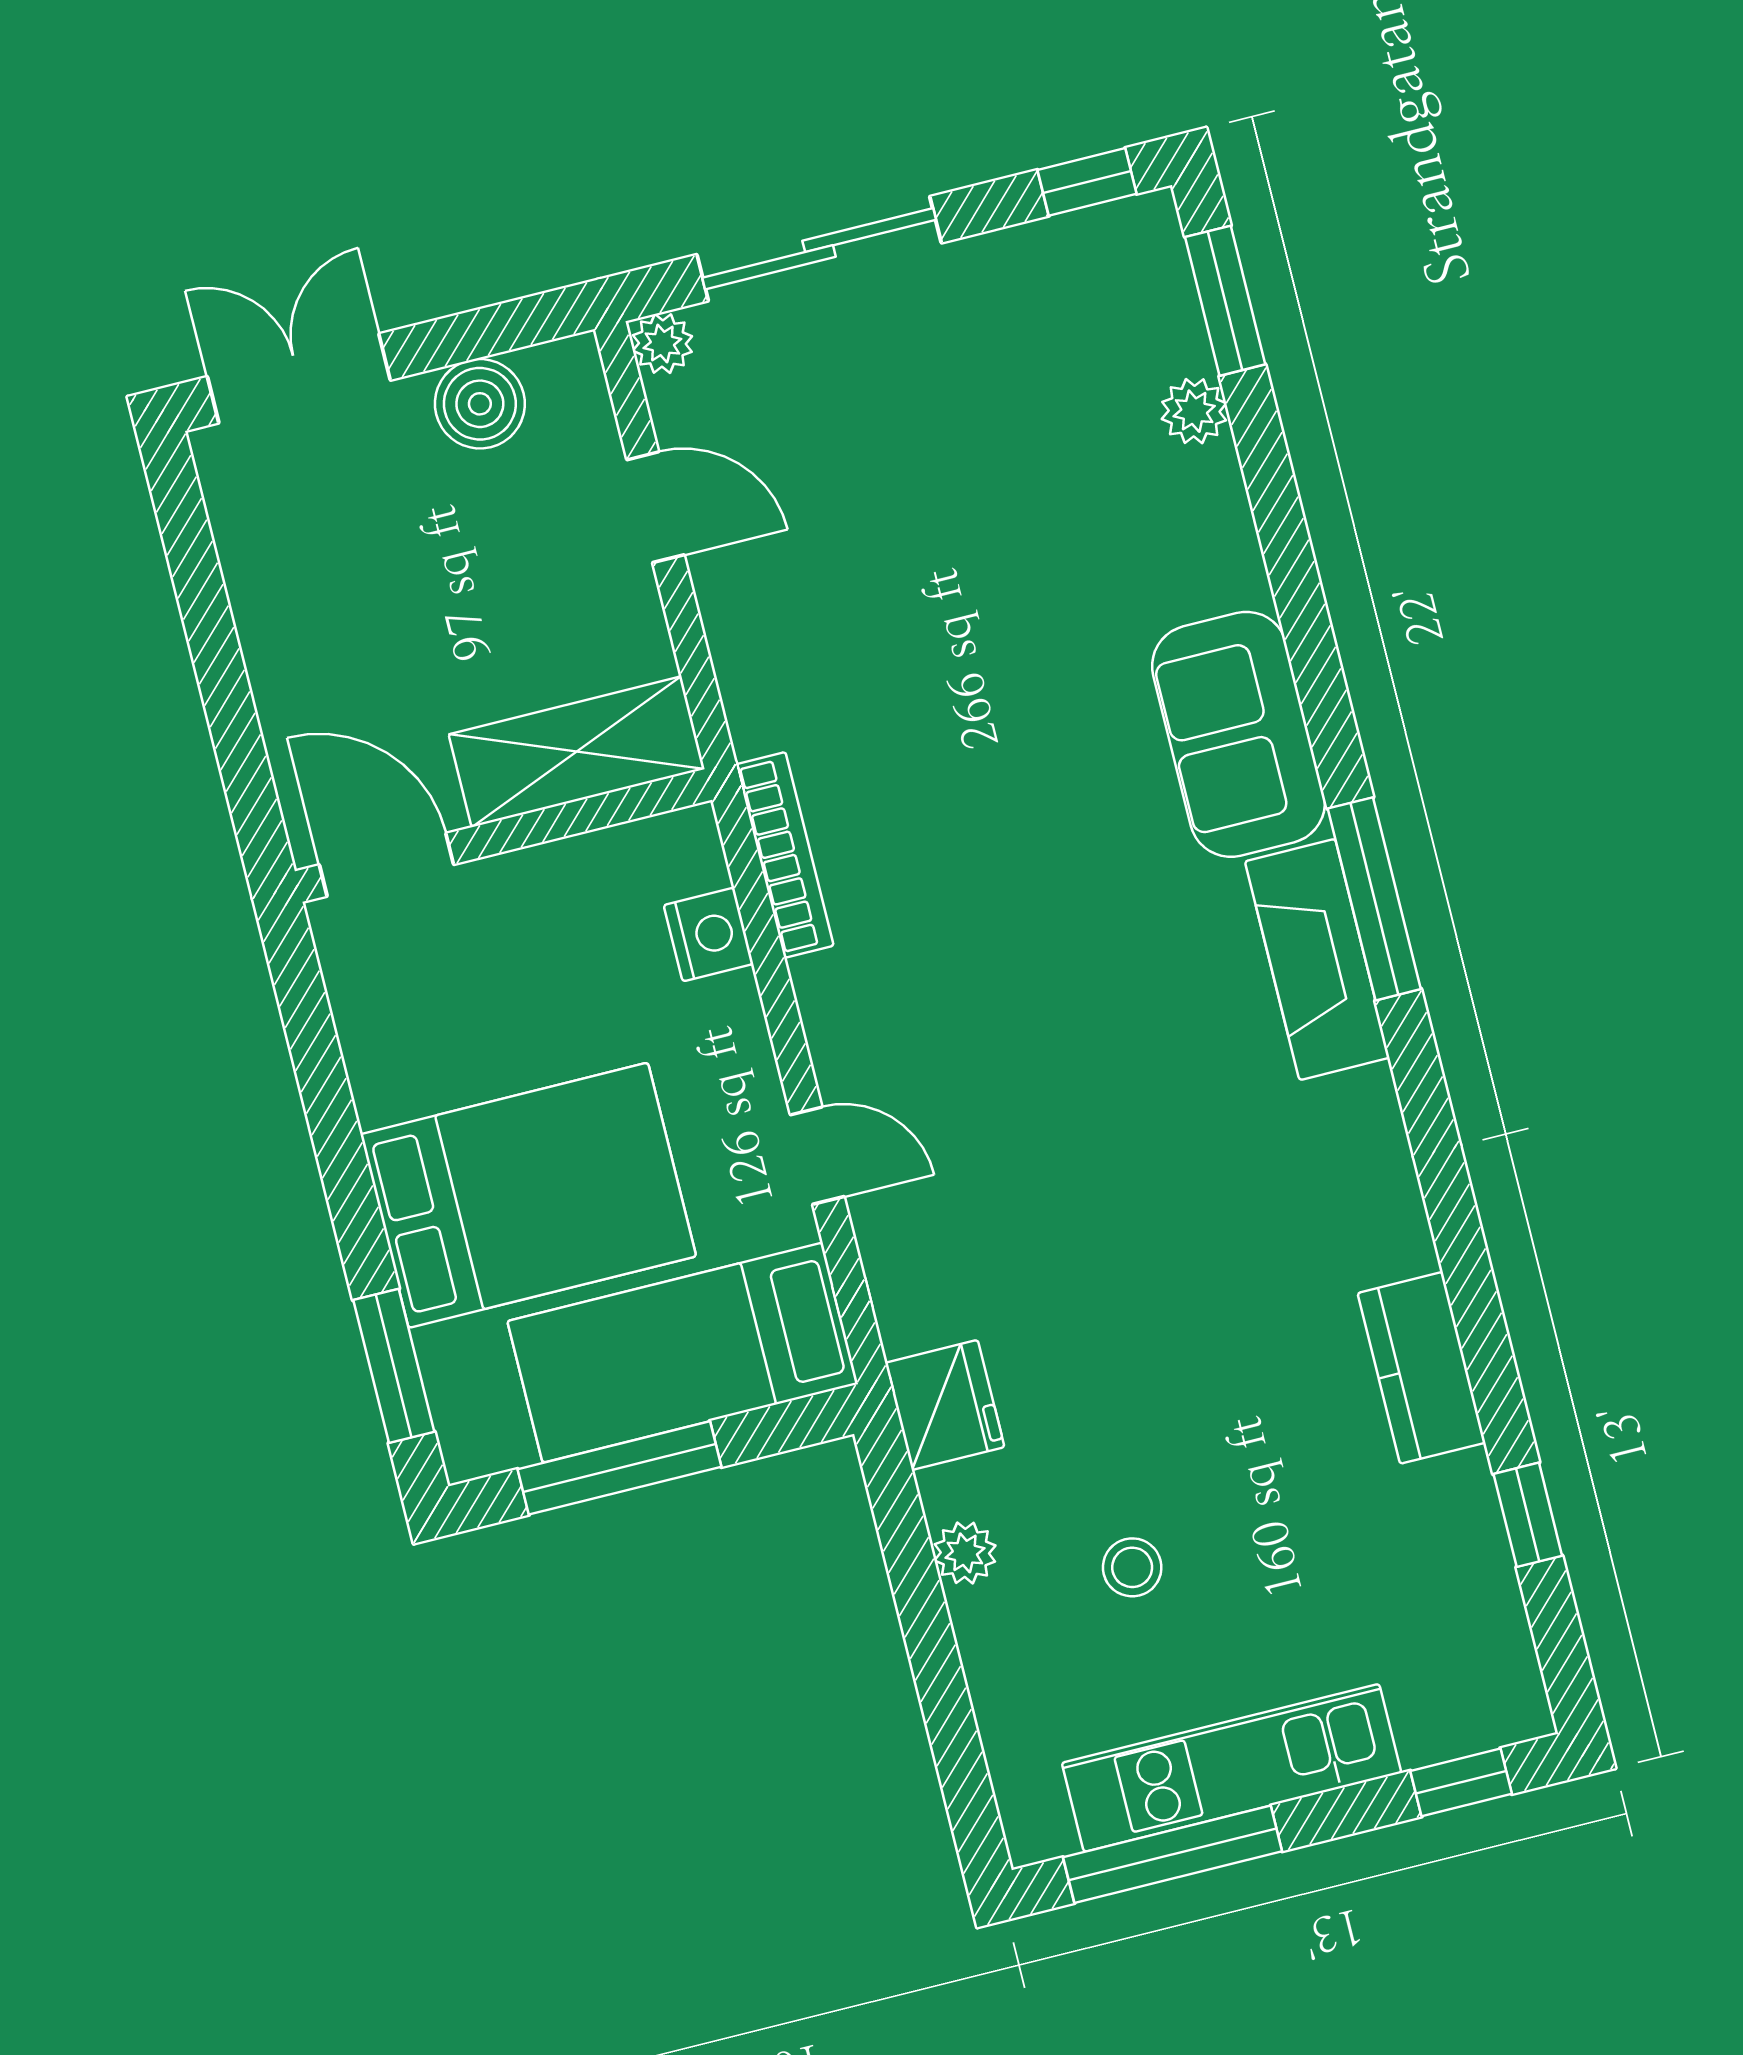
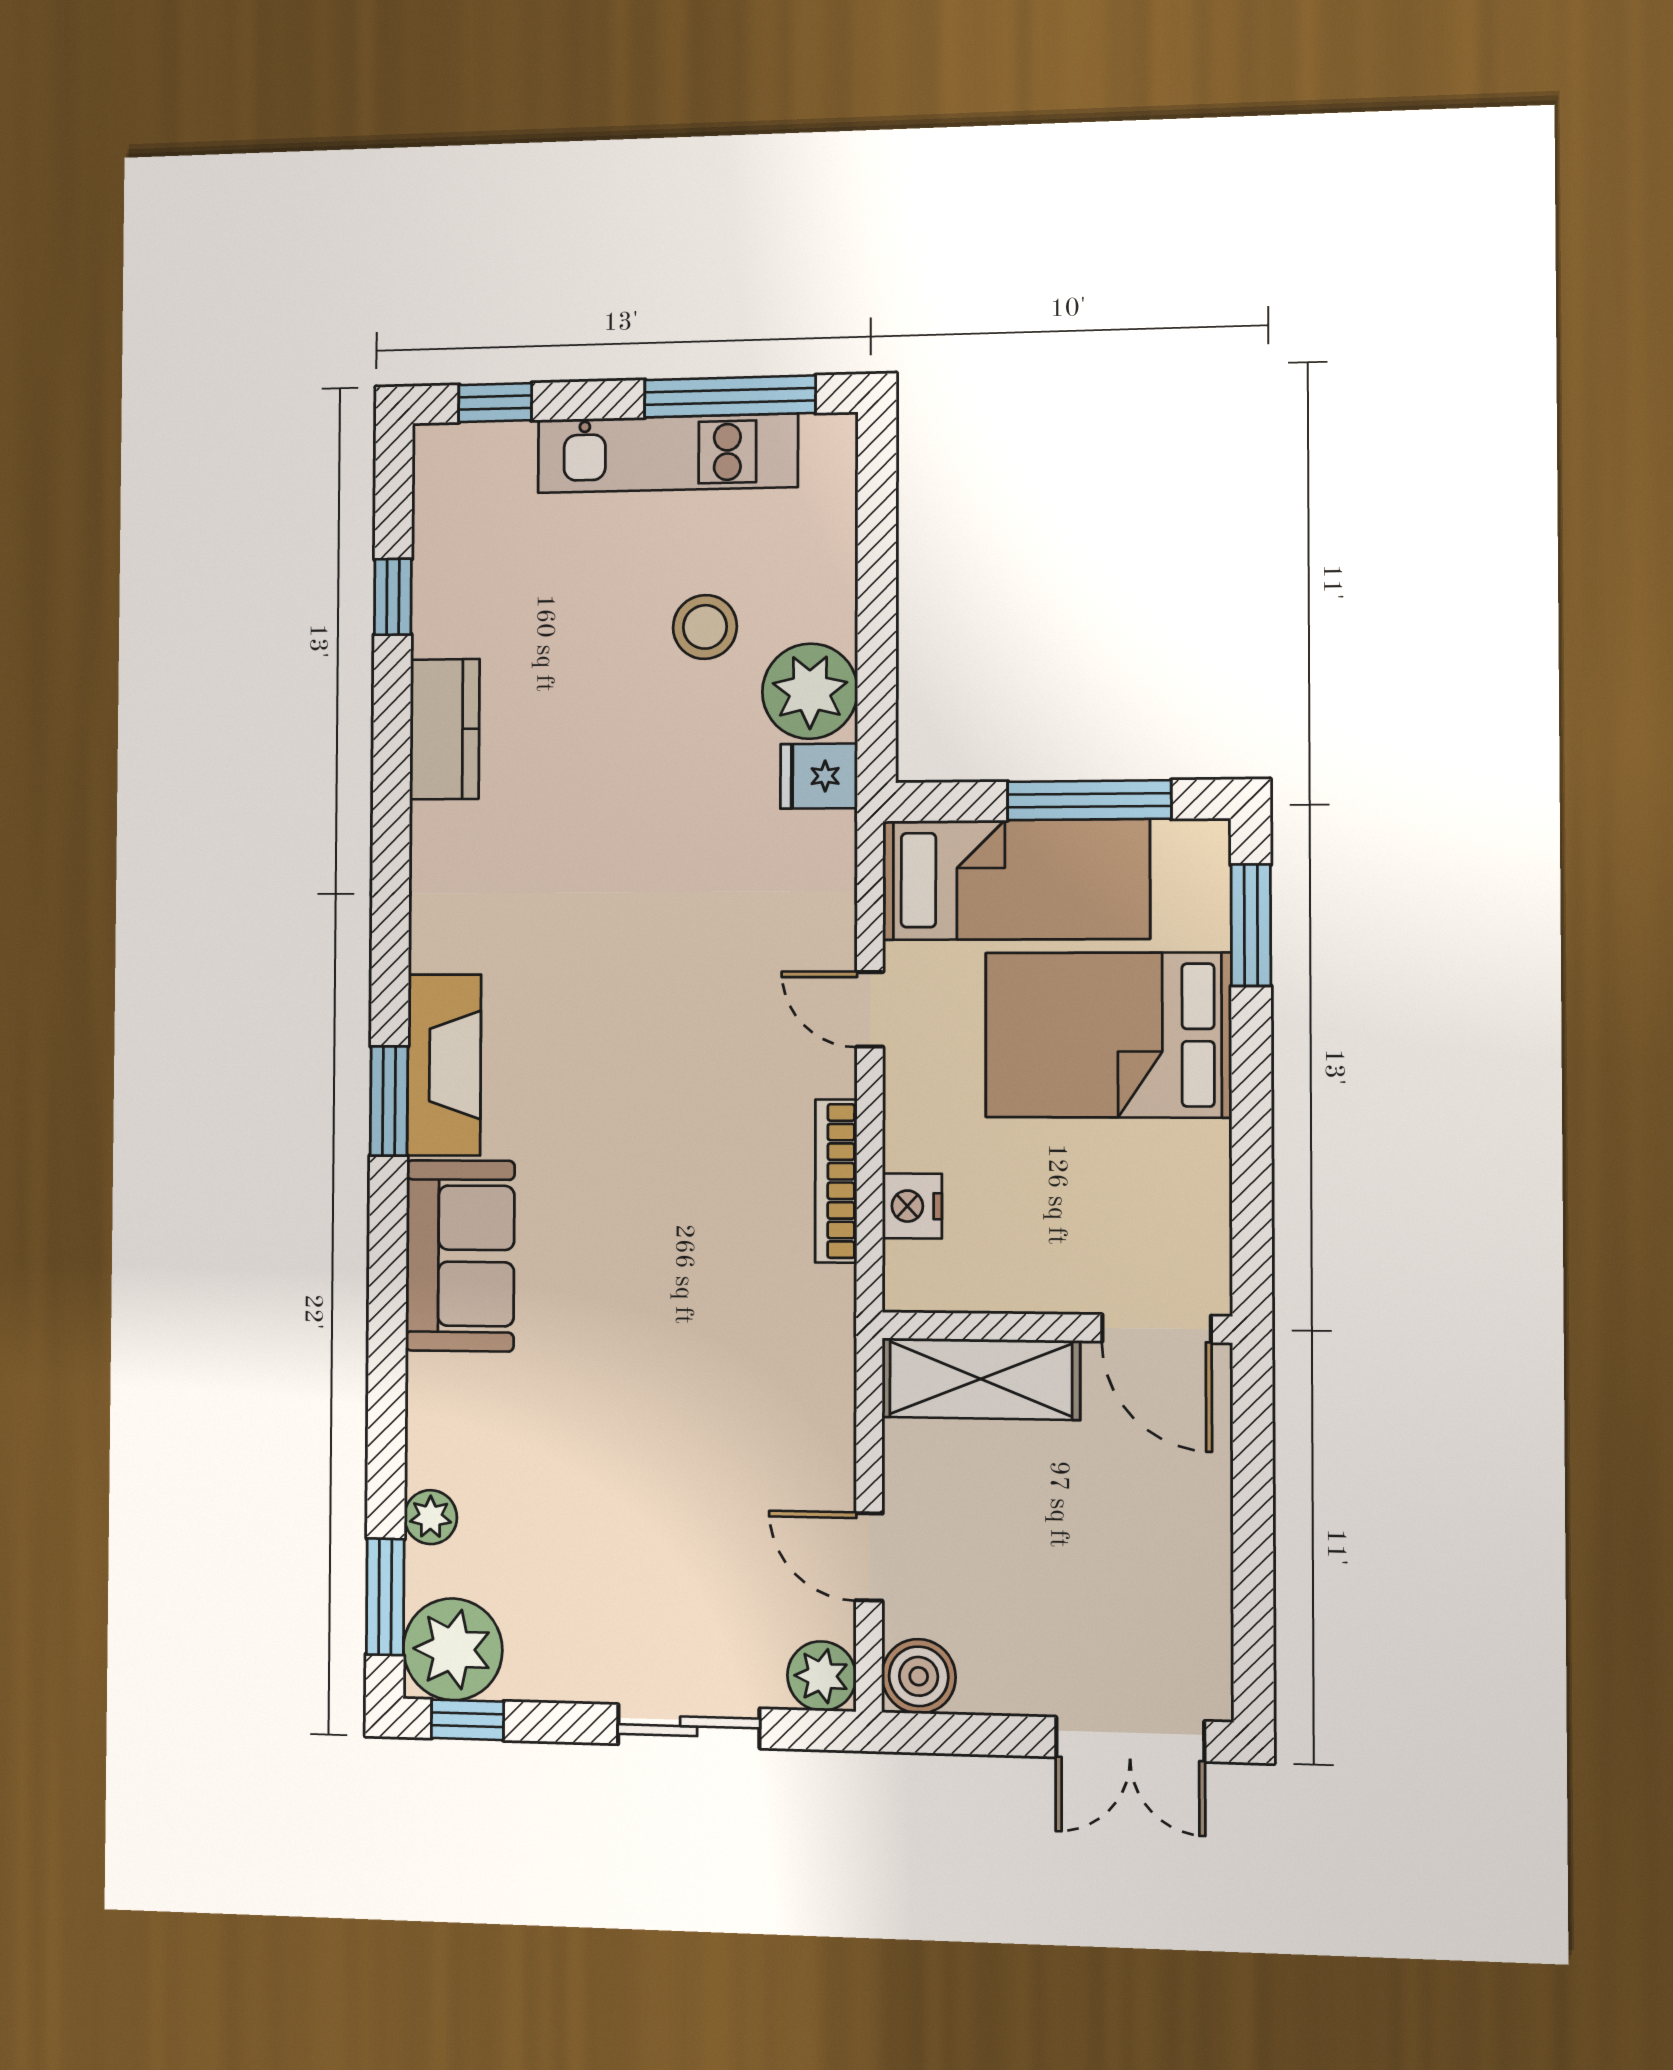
sliding door: (819, 249) -> (689, 1726), width x0.73
plant: (1126, 261) -> (453, 1649), added
plant: (662, 343) -> (822, 1676), width x1.38, depth x1.38
boiler: (480, 404) -> (919, 1676), moved
bookcase: (785, 855) -> (836, 1181), moved
window: (1374, 899) -> (389, 1101), width x0.69
fridge: (945, 1405) -> (819, 776), width x0.72
plant: (965, 1553) -> (810, 691), width x1.88, depth x1.88
stool: (1132, 1567) -> (705, 627), width x1.37, depth x1.37

